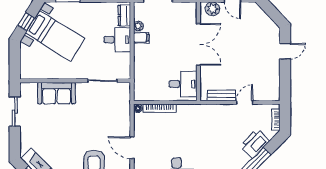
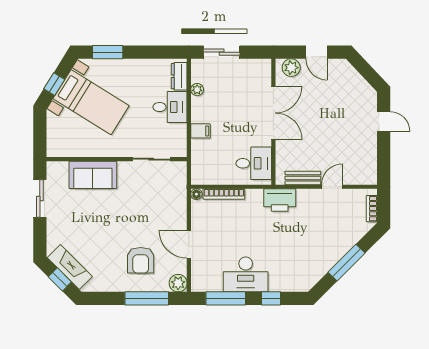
filing cabinet: (141, 38) -> (200, 131), moved
door: (285, 51) -> (384, 121), hinge flipped
printer: (255, 144) -> (280, 200), moved, turned -135

